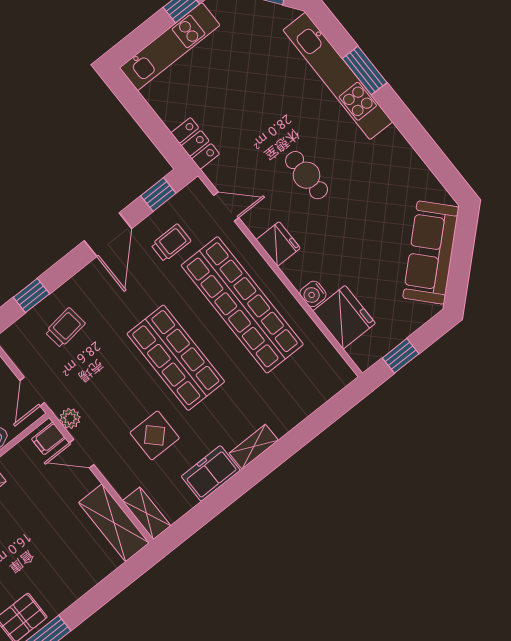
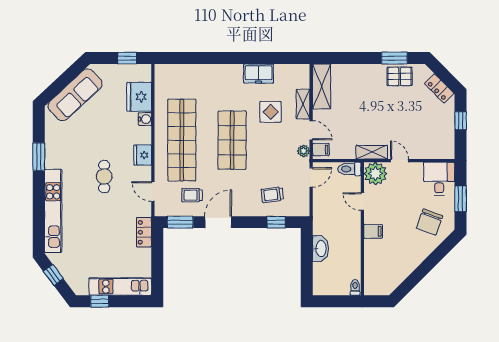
window: (365, 71) -> (39, 157), moved
window: (158, 195) -> (180, 222), width x1.50
shelving: (254, 447) -> (229, 70), removed
shelving: (147, 513) -> (303, 104), moved

